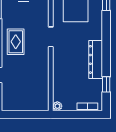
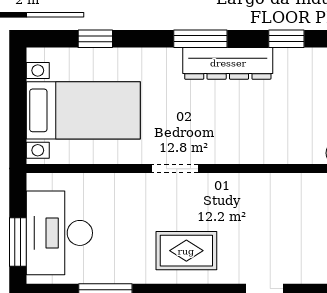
window: (106, 48) -> (200, 39), added

